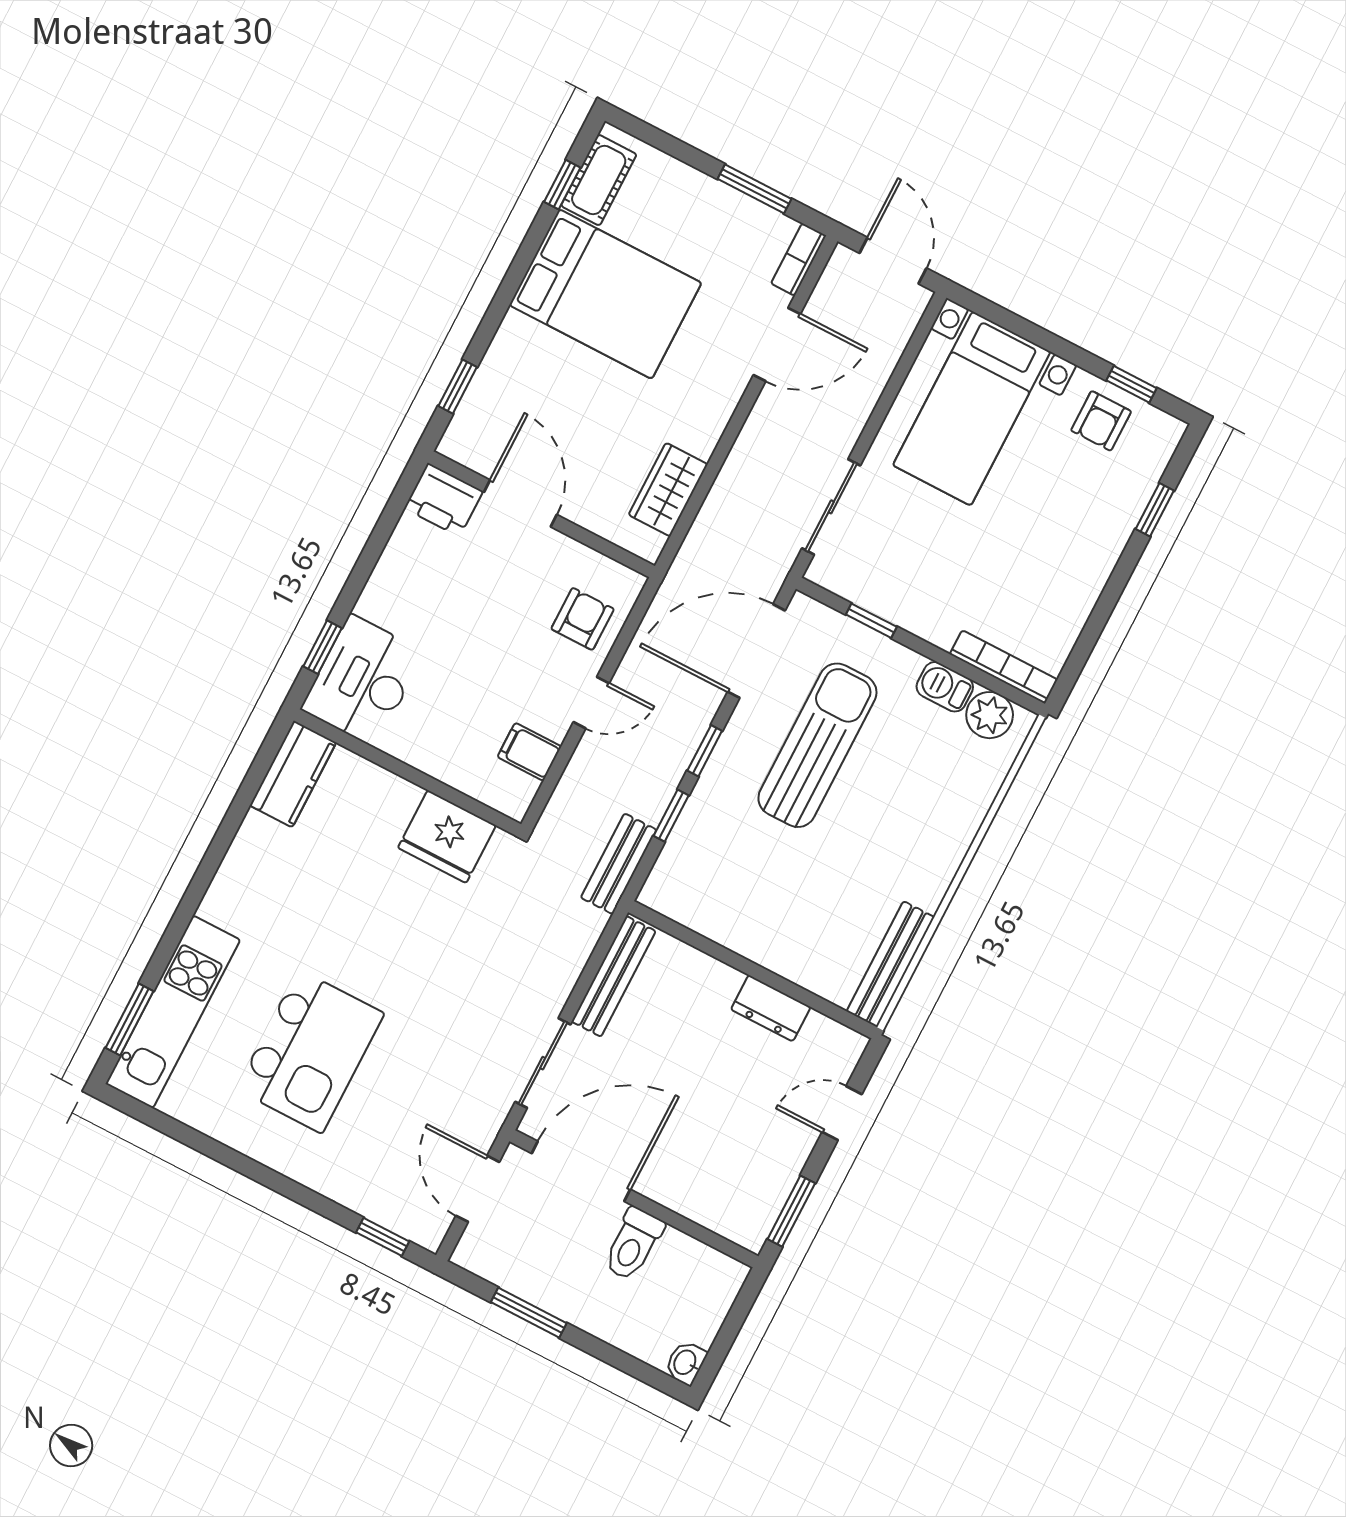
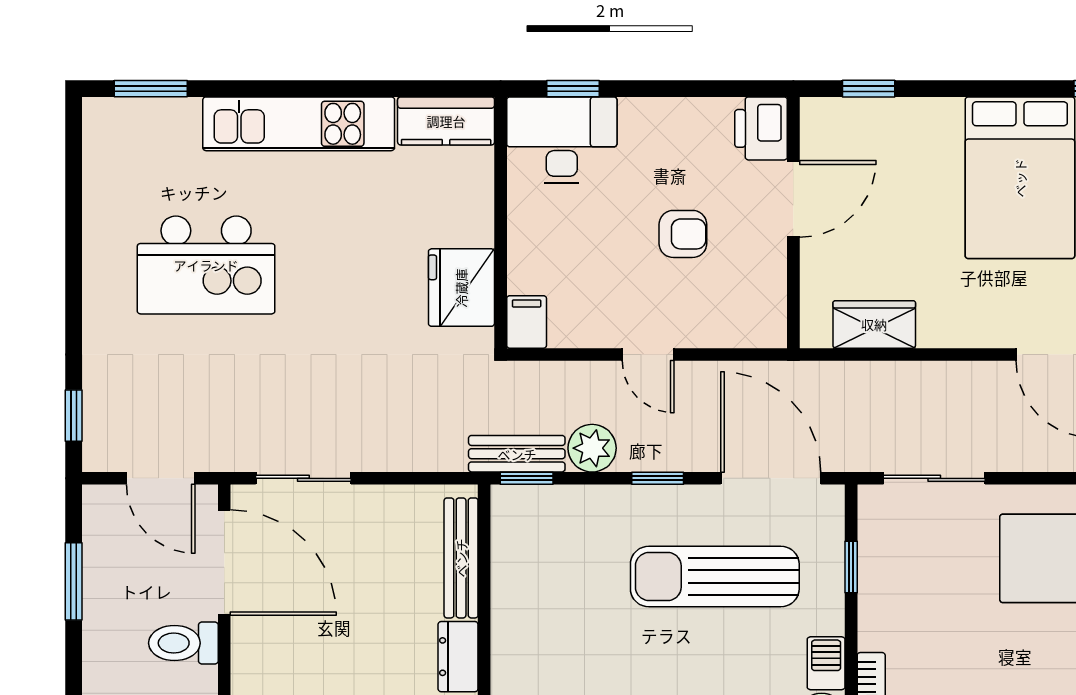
armchair: (583, 619) -> (683, 234), moved
sun lounger: (817, 745) -> (715, 576), turned 180
filing cabinet: (529, 752) -> (527, 322), moved
plant: (648, 795) -> (592, 448), added
window: (671, 816) -> (527, 478), moved
bench: (614, 976) -> (461, 558), moved, turned 90
kitchen unit: (173, 1012) -> (299, 124), moved
door: (478, 1189) -> (161, 478), swing flipped

